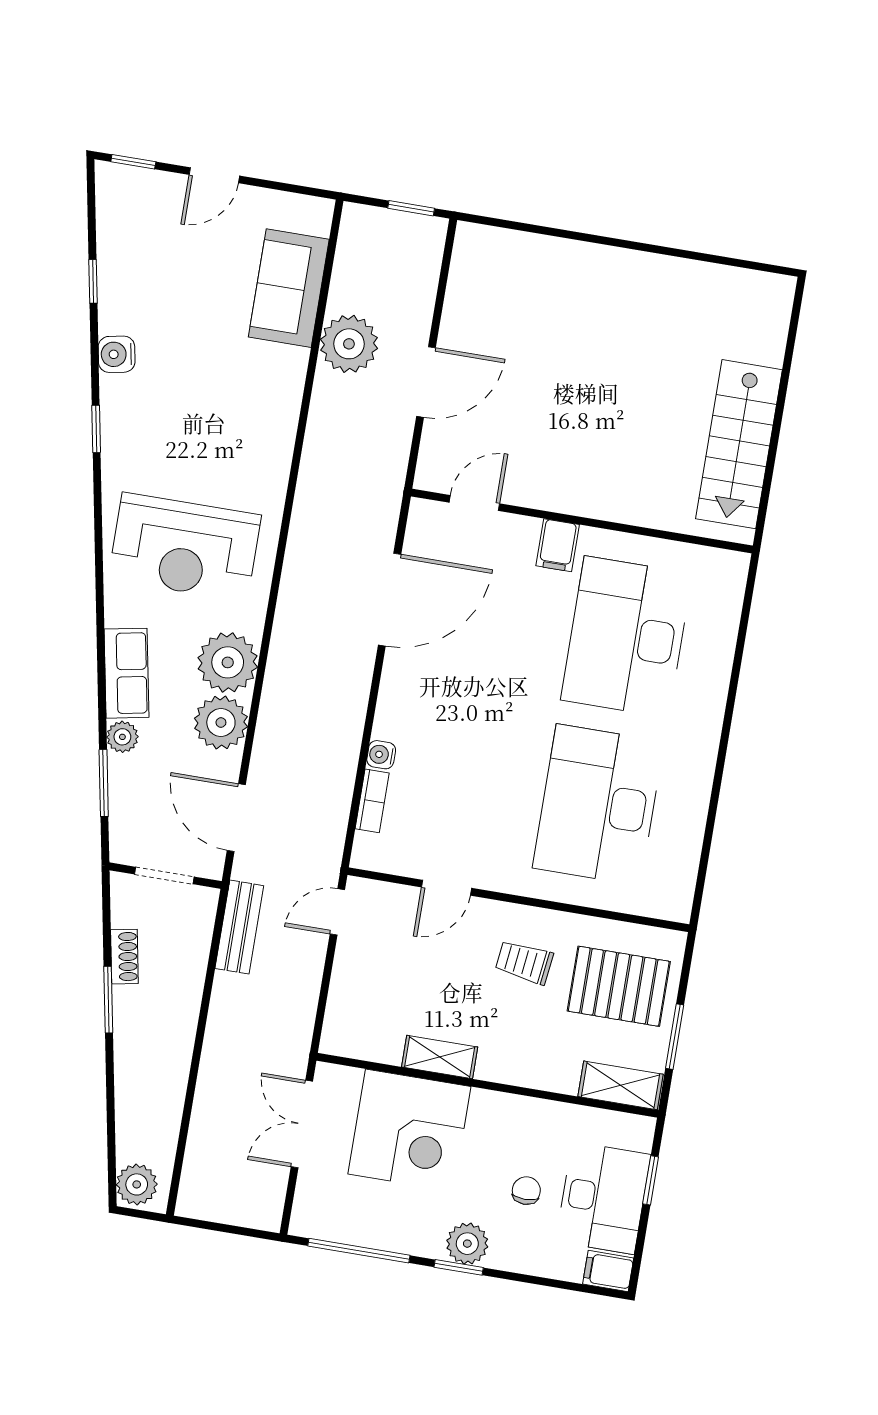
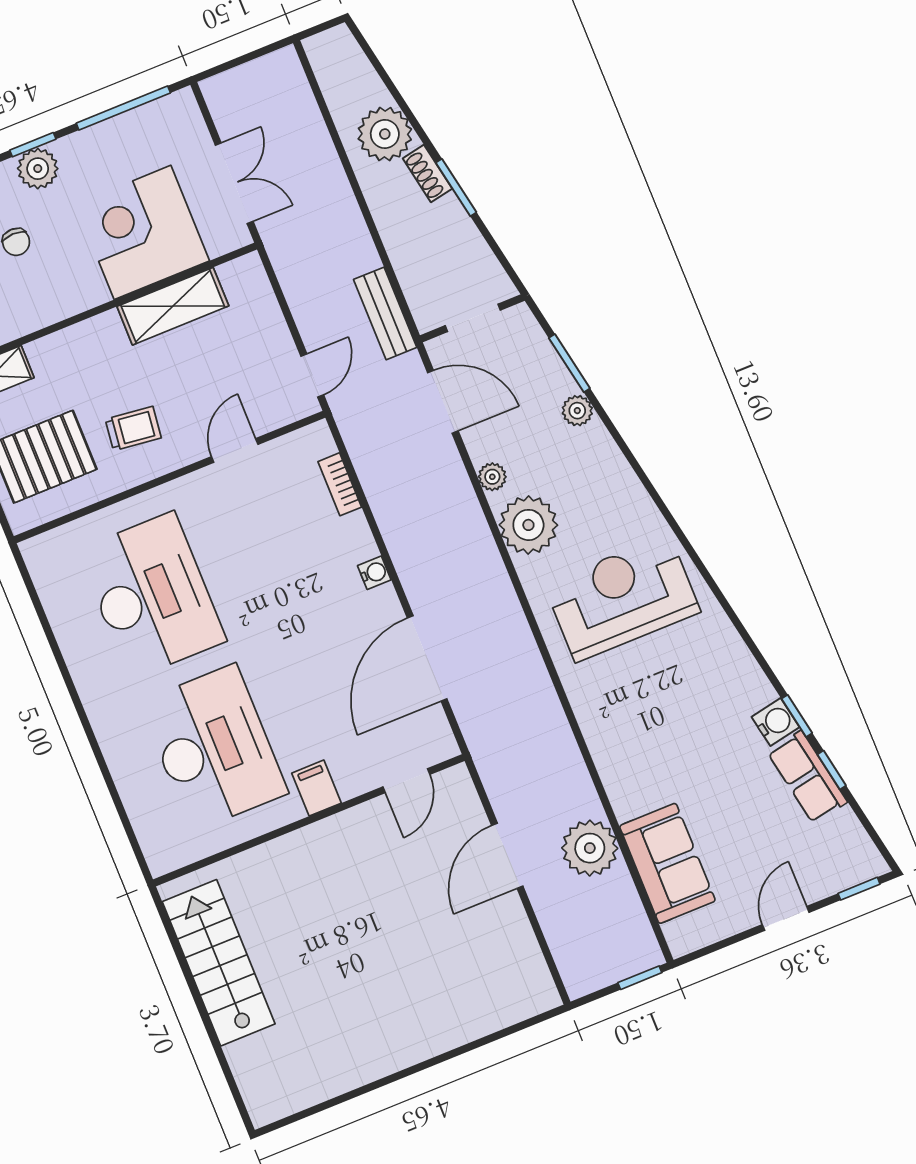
window: (411, 208) -> (640, 978), moved
window: (96, 429) -> (797, 716), moved
row of seats: (127, 673) -> (807, 777), moved
plant: (221, 723) -> (492, 477), width x0.53, depth x0.53
water cooler: (381, 755) -> (374, 573), moved
shoe rack: (124, 957) -> (427, 174), moved
shelving: (440, 1057) -> (173, 306), width x1.50, depth x1.33
plant: (137, 1184) -> (385, 134), moved, width x1.36, depth x1.36

